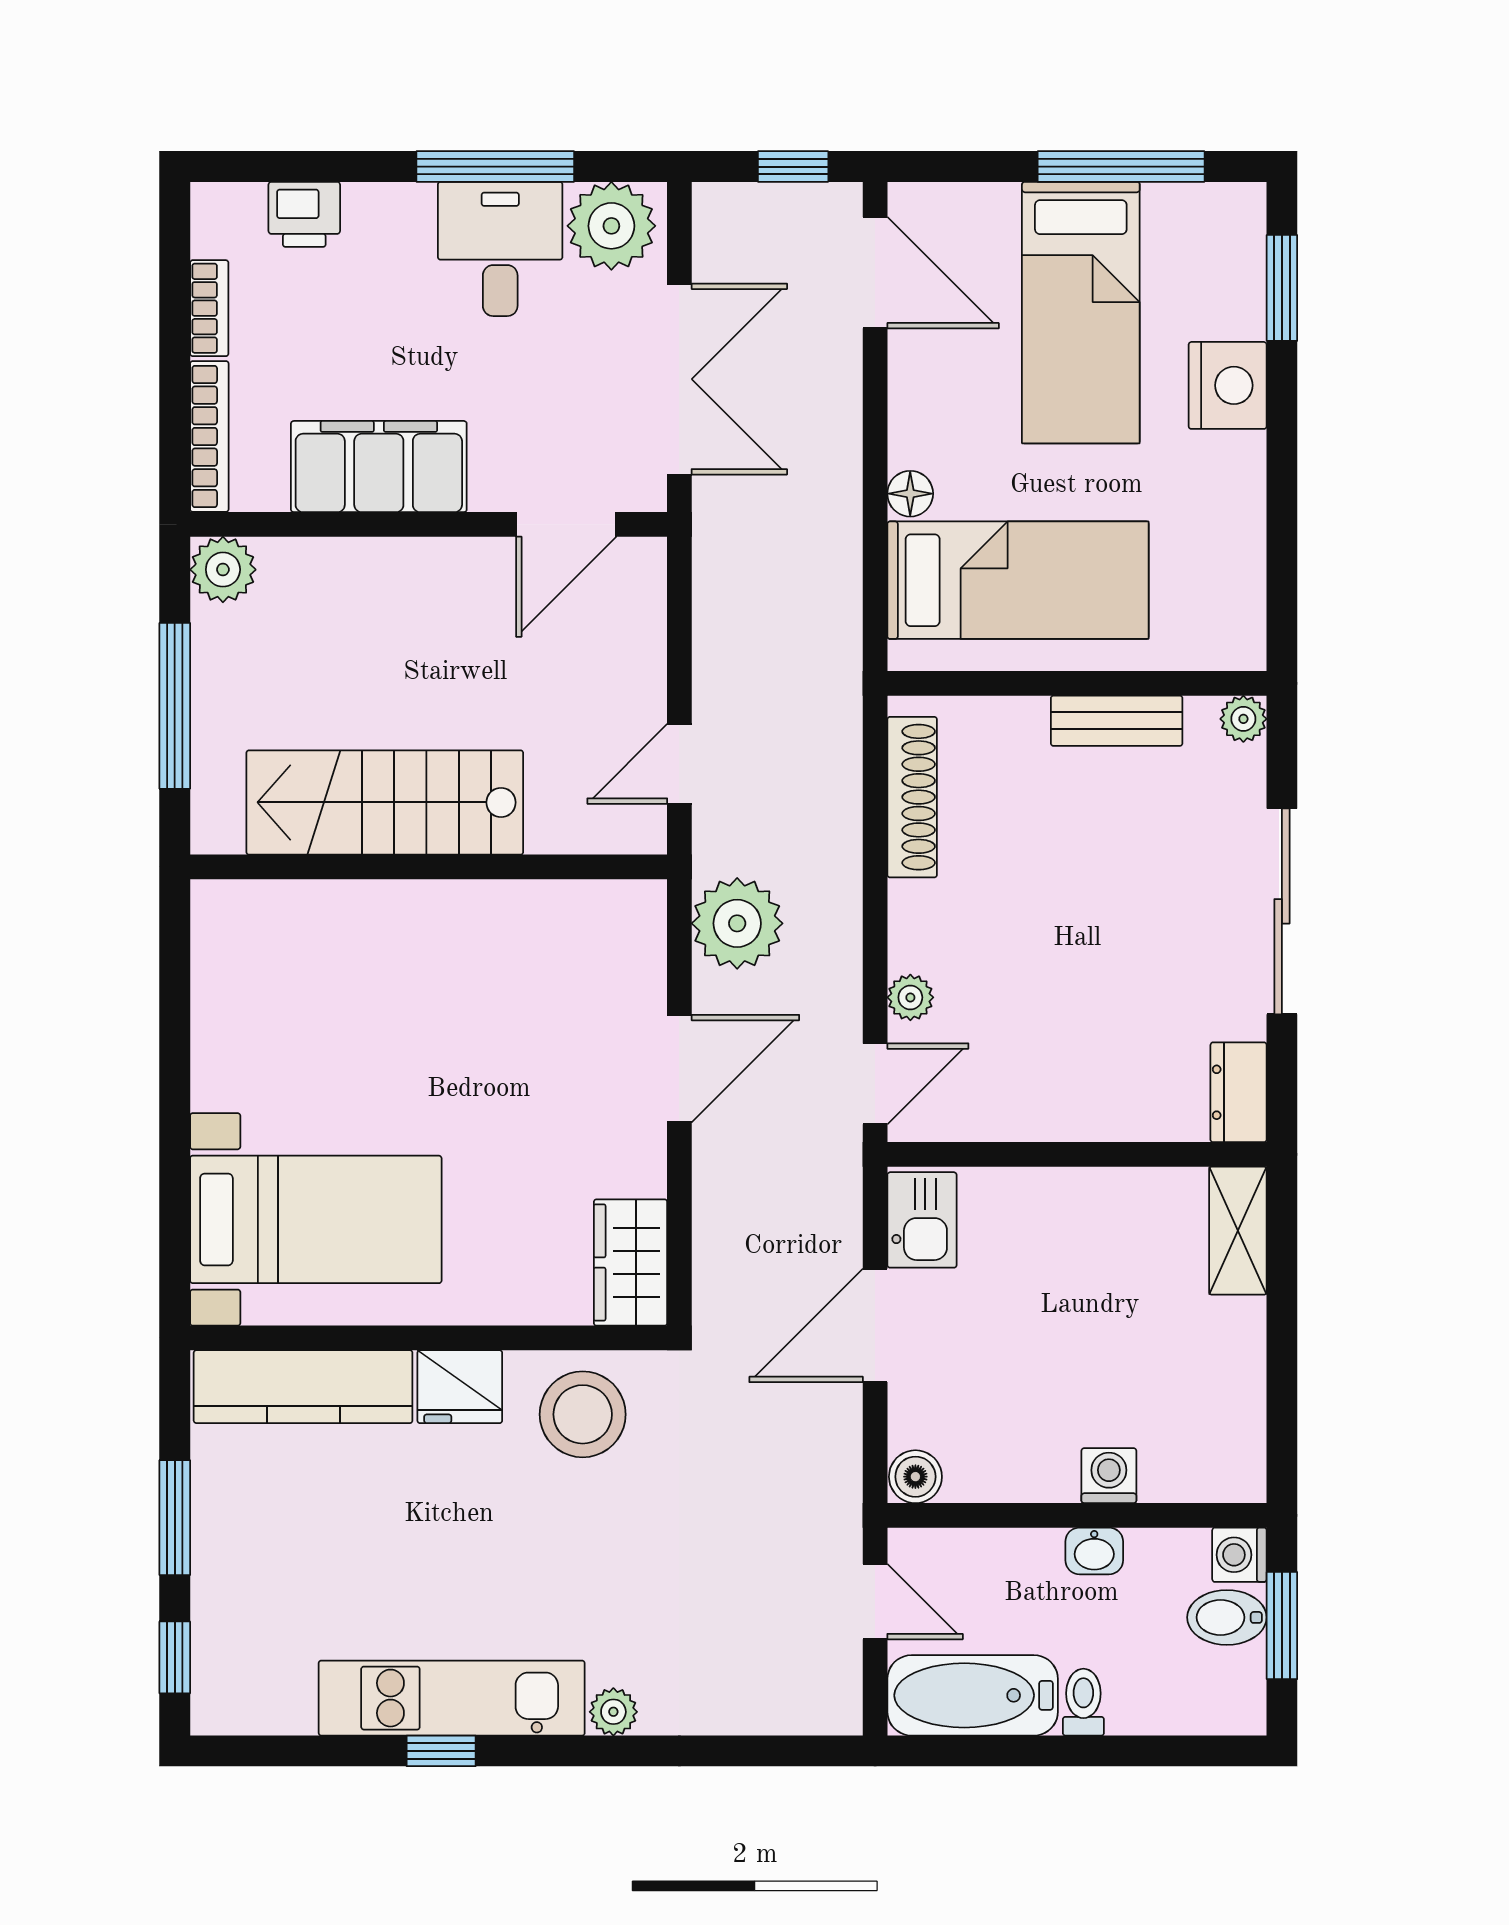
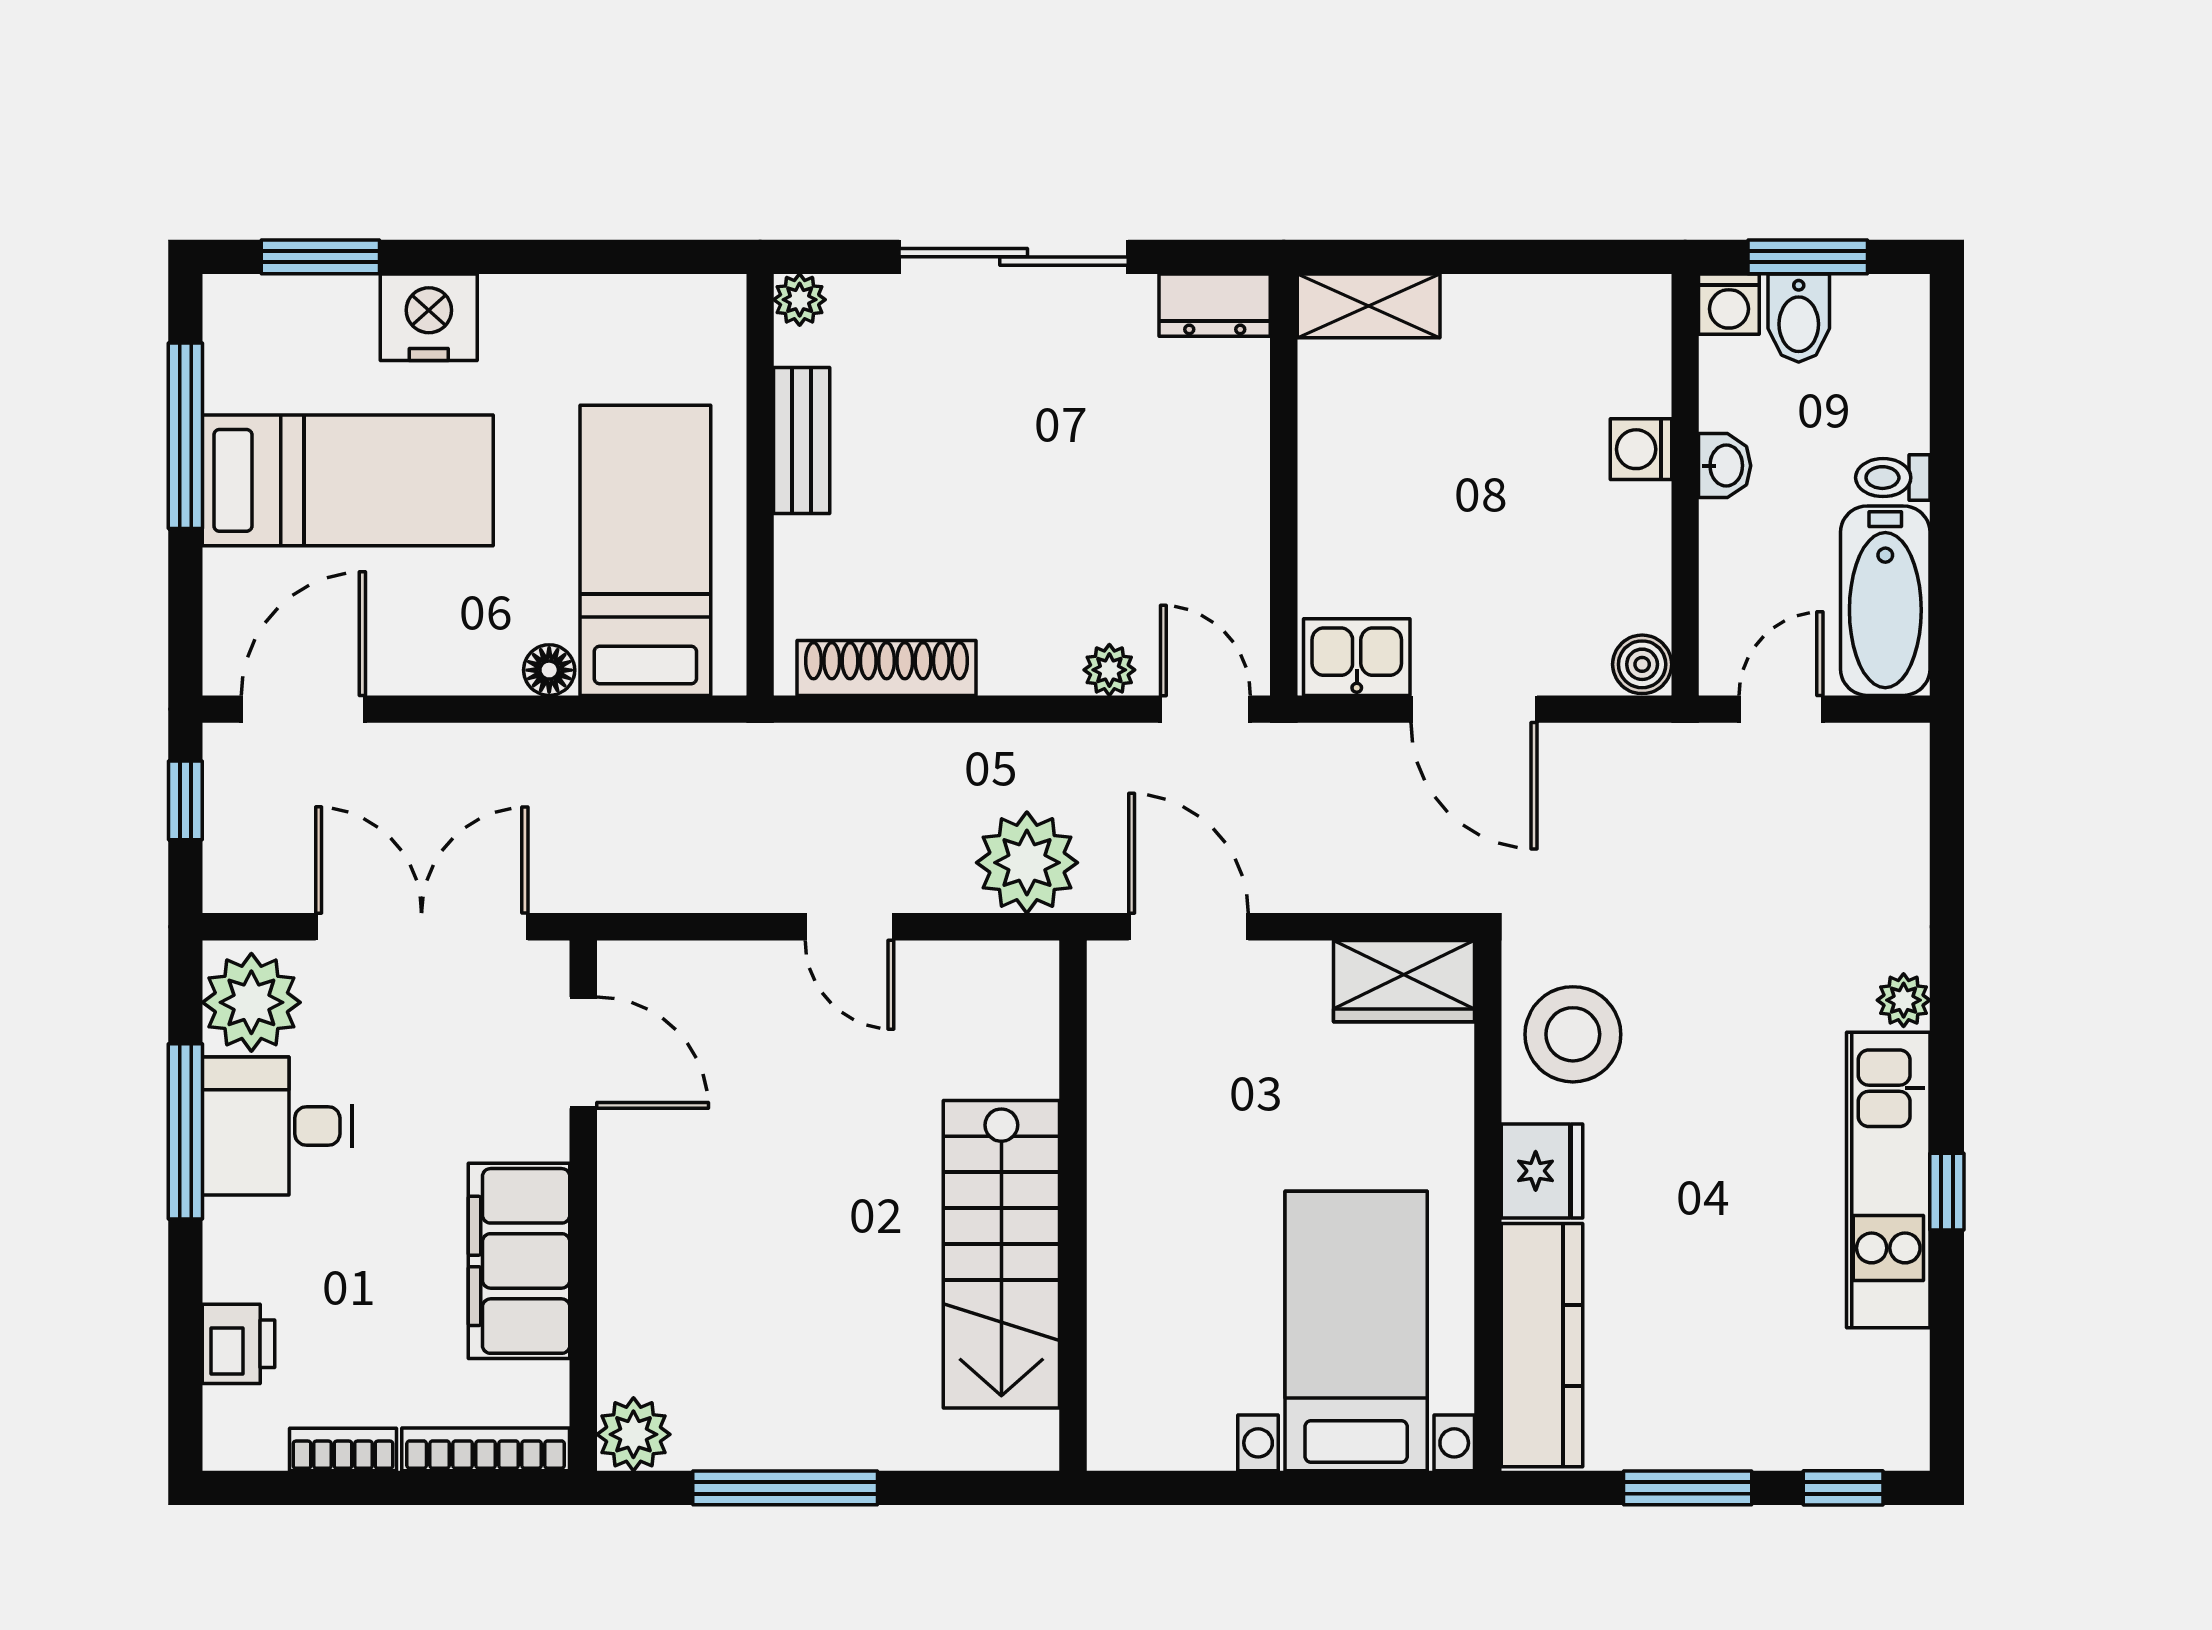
stairs: (385, 802) -> (1001, 1254), moved
wall: (429, 867) -> (1073, 1206), moved

